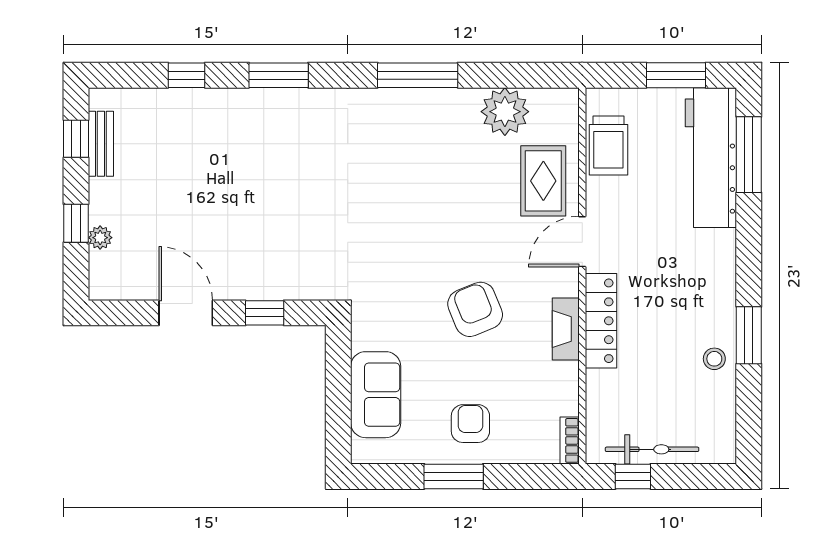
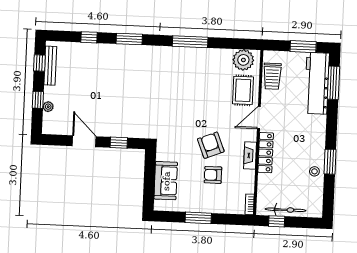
plant: (505, 112) -> (243, 60), moved
bench: (101, 144) -> (50, 66), width x1.36
armchair: (470, 424) -> (213, 175), moved, turned -90

